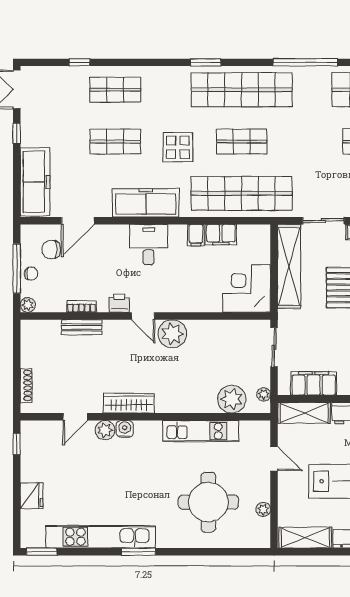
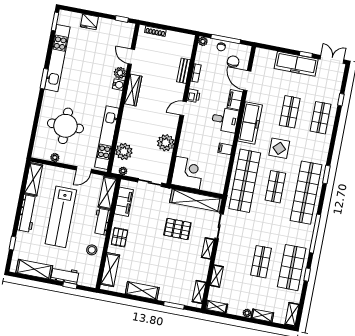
freezer: (35, 182) -> (296, 64), moved
filing cabinet: (221, 235) -> (235, 100), moved
plant: (172, 334) -> (166, 143), moved
kitchen unit: (201, 431) -> (107, 138), width x1.36

